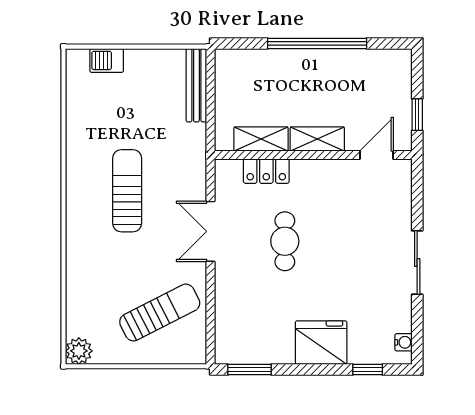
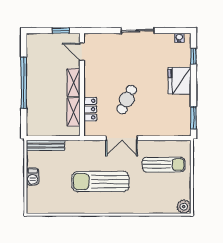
barbecue: (107, 60) -> (33, 176), moved
sun lounger: (127, 191) -> (100, 182), width x1.36, depth x1.34
cafe table: (285, 241) -> (127, 99), turned -64
sun lounger: (160, 313) -> (164, 165), turned 117

